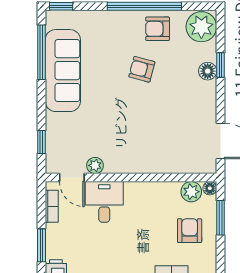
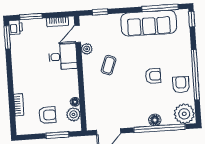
window: (220, 65) -> (160, 128), width x3.17
armchair: (142, 69) -> (153, 76), turned 75
coffee table: (121, 135) -> (109, 65), added
floor lamp: (210, 188) -> (75, 102), moved

